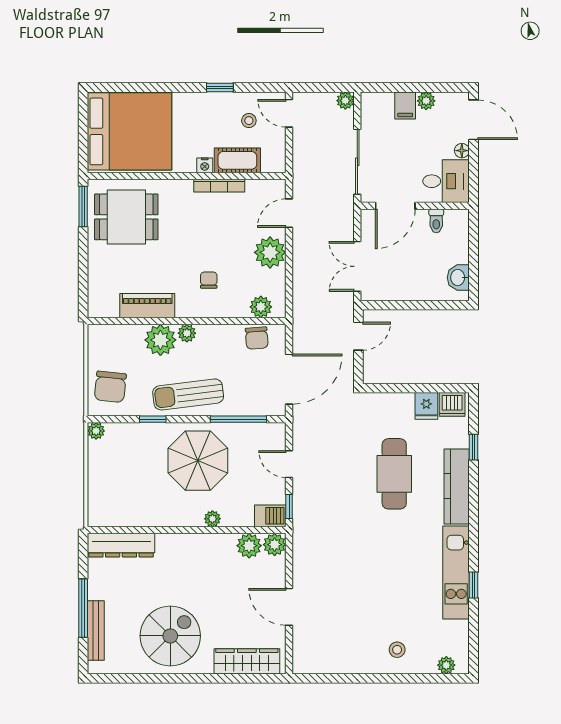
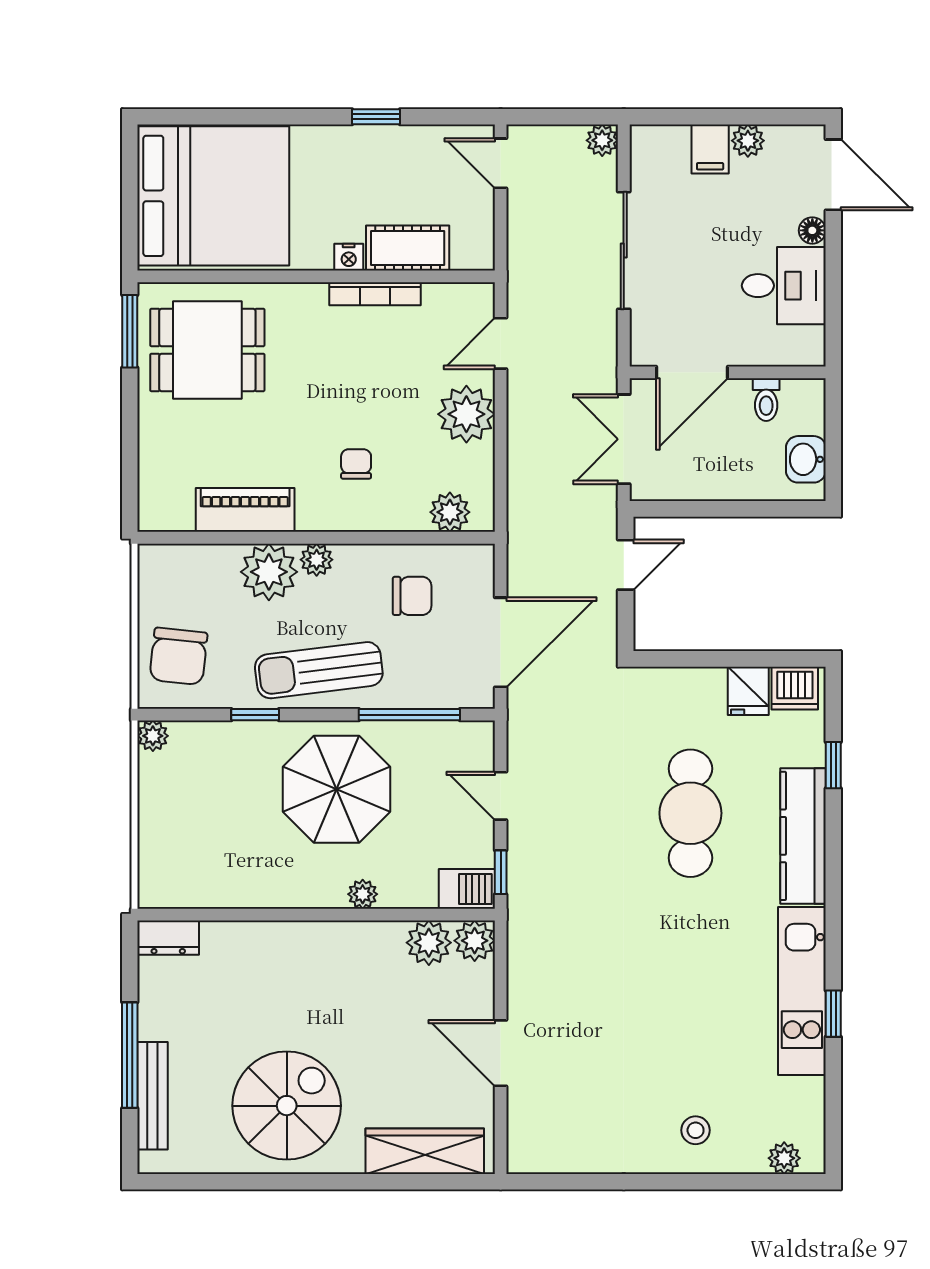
stool: (249, 121) -> (428, 176), removed
door: (395, 206) -> (692, 372), moved
wall: (415, 206) -> (728, 372), moved
toilet: (436, 221) -> (766, 400), moved
chair: (257, 338) -> (412, 596), moved, turned -86
dresser: (121, 545) -> (168, 938), width x0.51, depth x0.80

